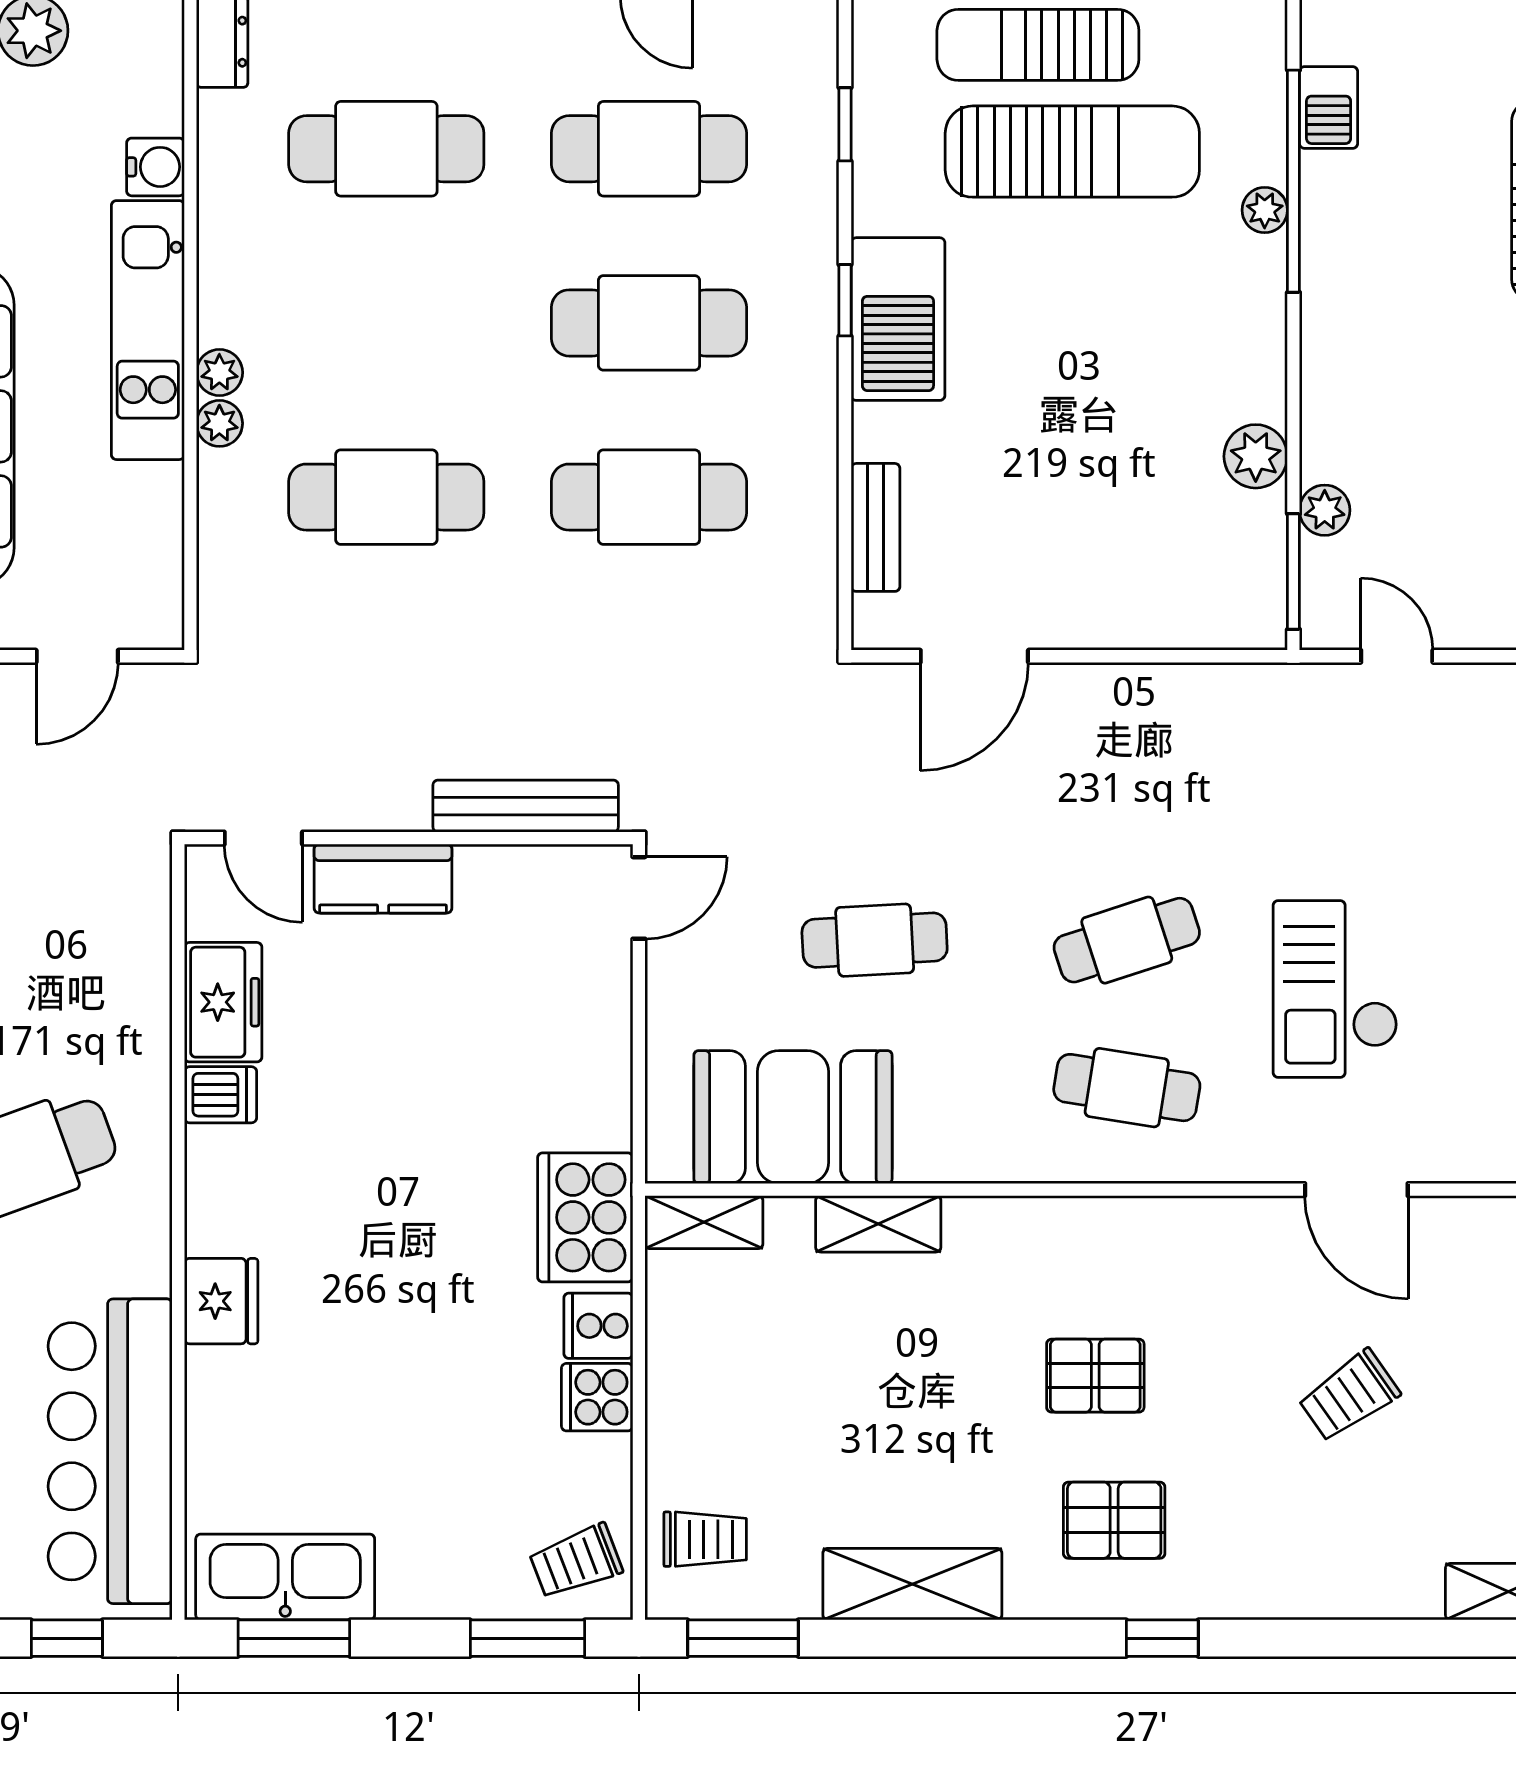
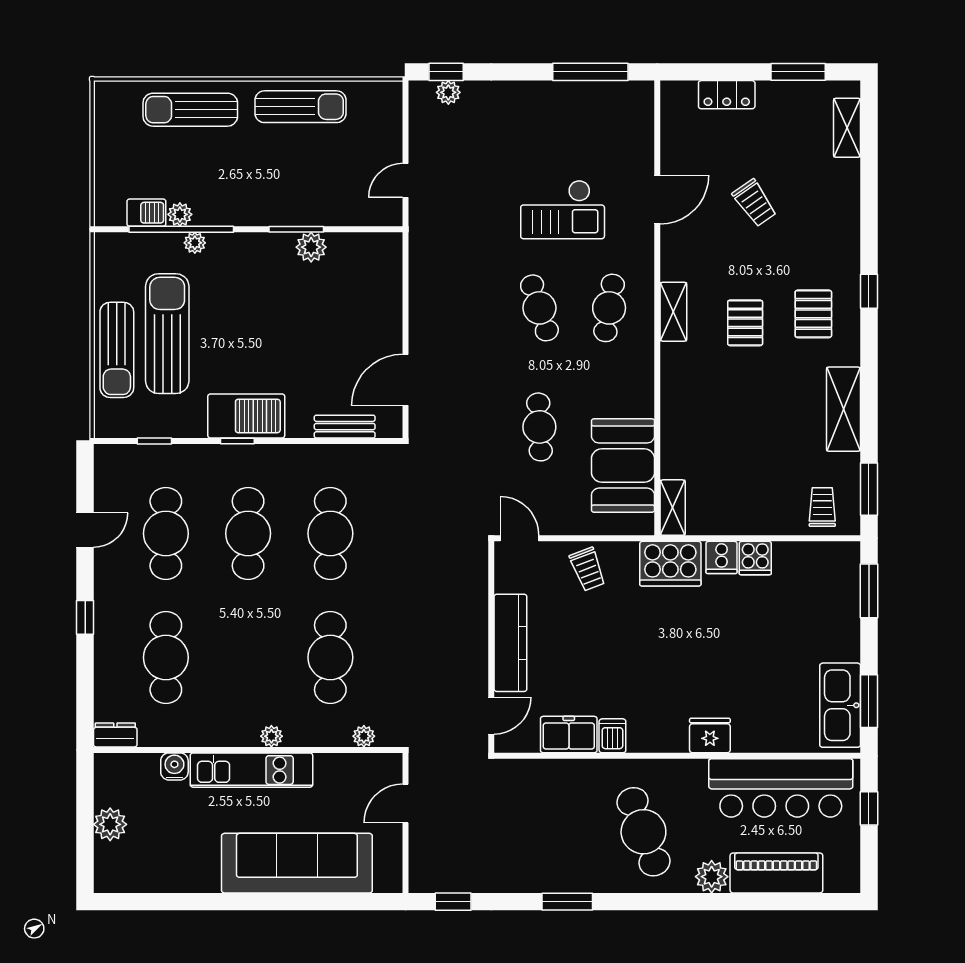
plant: (219, 423) -> (364, 736), moved
plant: (1325, 510) -> (180, 214), moved
window: (1293, 572) -> (296, 229), moved
door: (77, 656) -> (405, 803), swing flipped
door: (974, 656) -> (405, 380), swing flipped
bench: (526, 806) -> (476, 592), removed
kitchen counter: (383, 879) -> (510, 643), width x1.50
shelving: (878, 1224) -> (673, 312), moved
trolley: (576, 1561) -> (588, 569), moved

